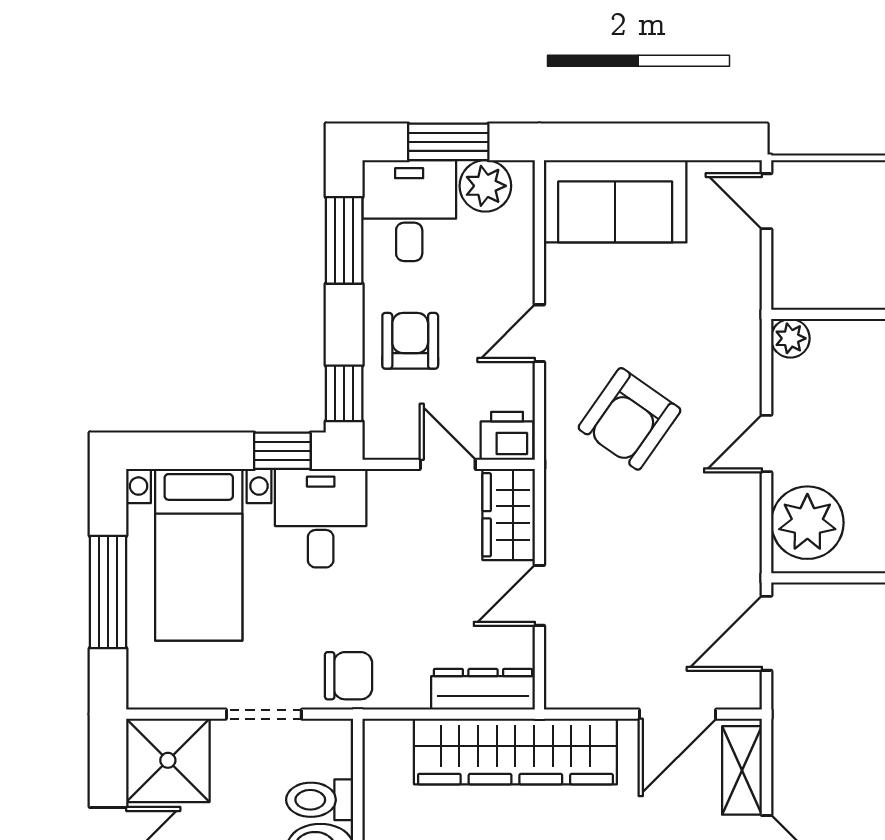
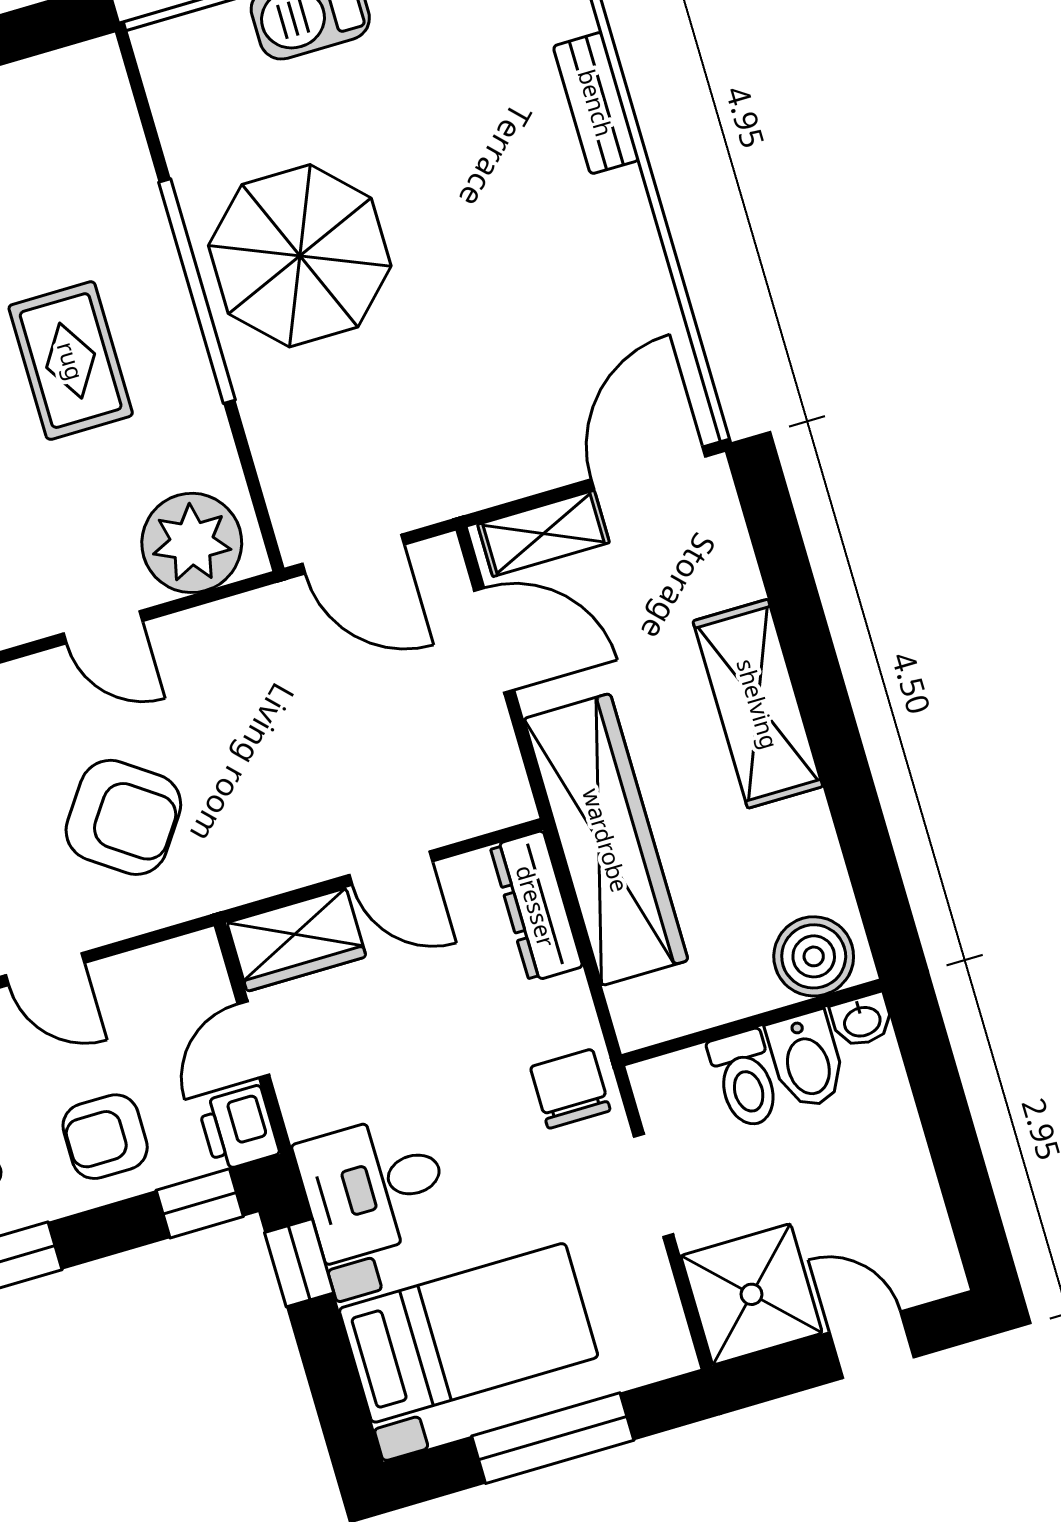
printer: (507, 436) -> (239, 1128), moved

